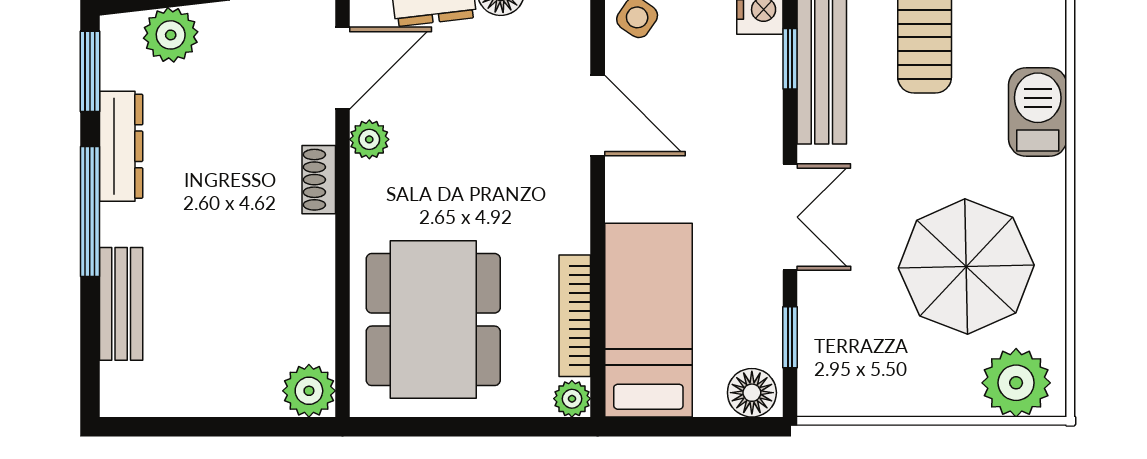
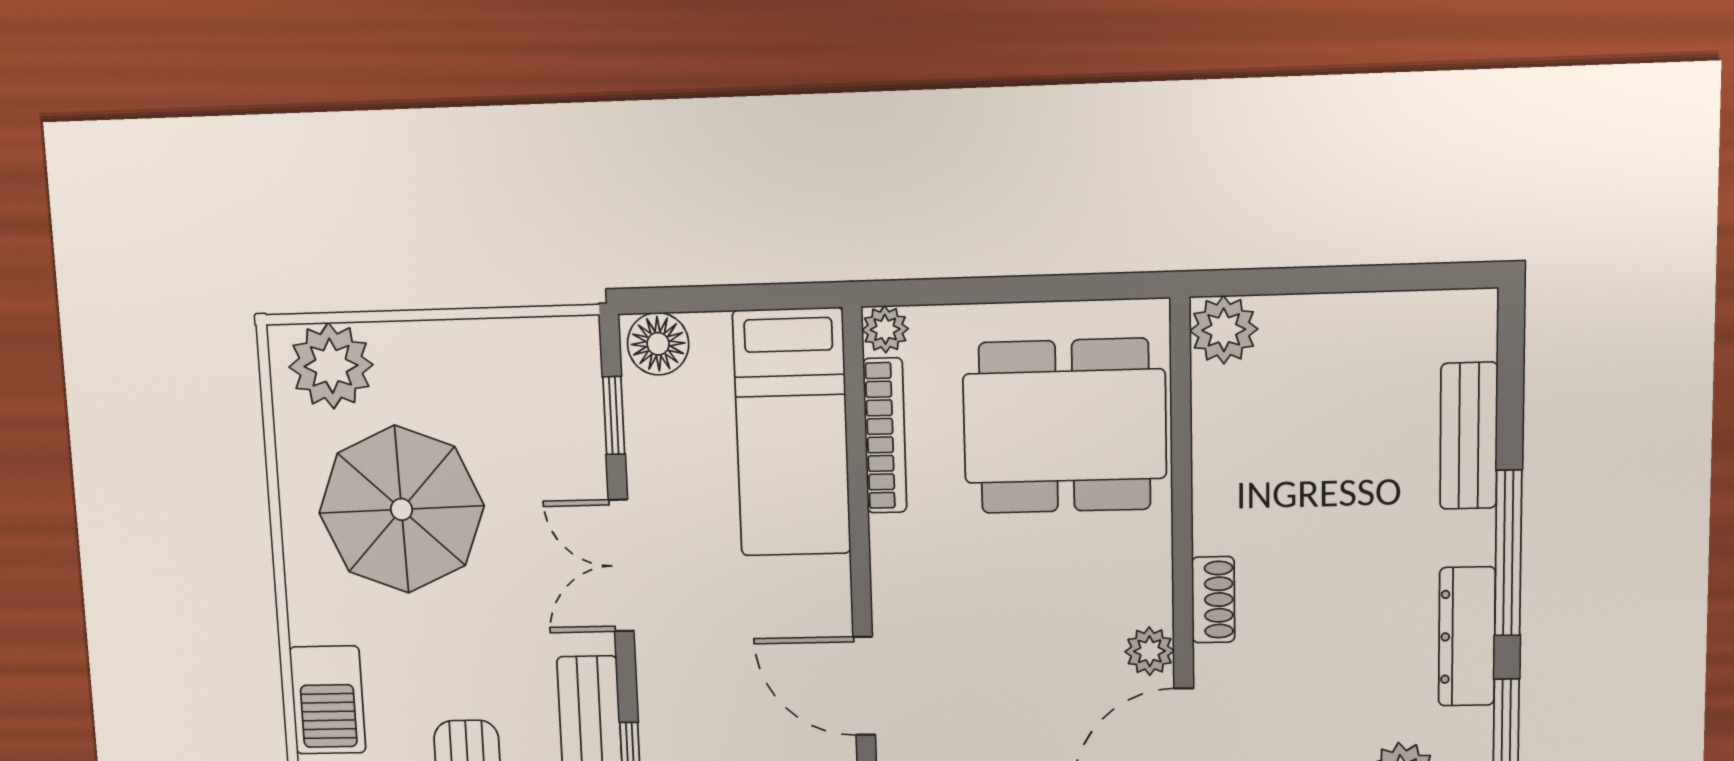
dining table: (433, 320) -> (1065, 426), turned 90

